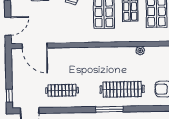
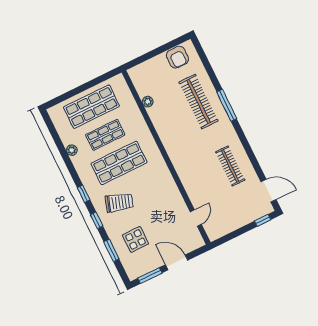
door: (8, 26) -> (177, 262), moved
door: (35, 46) -> (196, 218), width x0.53

